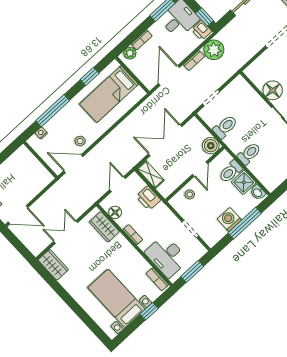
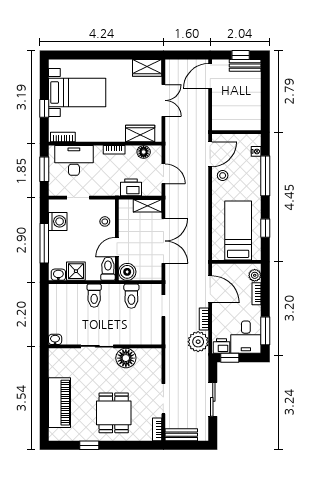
door: (200, 169) -> (117, 247), hinge flipped
toilet: (231, 172) -> (108, 269), moved
washing machine: (229, 219) -> (58, 221), moved

